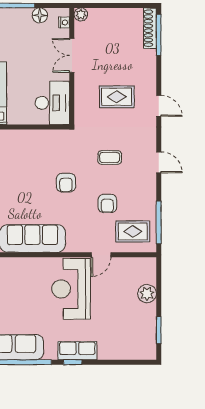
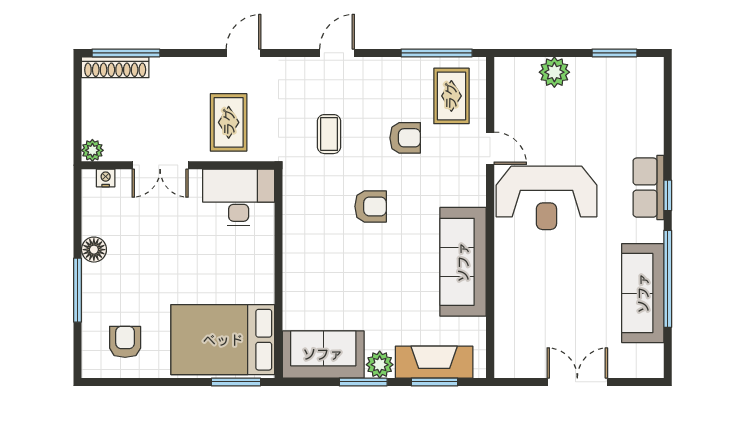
plant: (81, 14) -> (92, 150), moved
nightstand: (64, 22) -> (106, 178), moved
double door: (72, 55) -> (160, 165), moved
wall: (72, 66) -> (178, 165), moved
desk: (52, 103) -> (239, 197), moved

